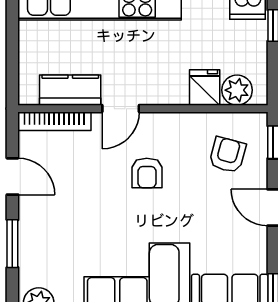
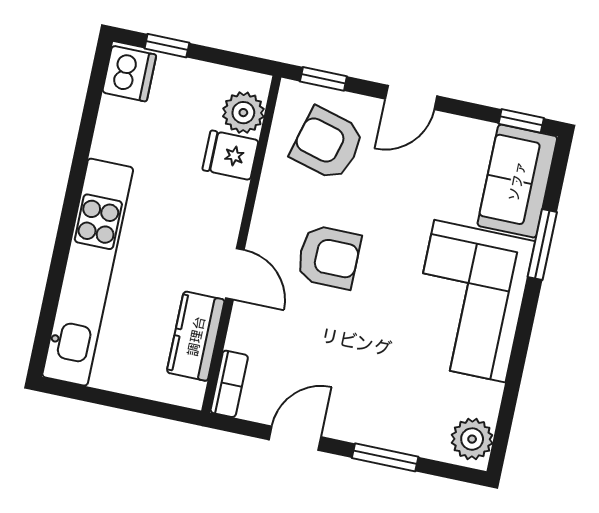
bookcase: (54, 121) -> (229, 384), width x0.64
armchair: (228, 155) -> (327, 144), width x1.38, depth x1.38
armchair: (147, 173) -> (329, 257), width x1.38, depth x1.38

